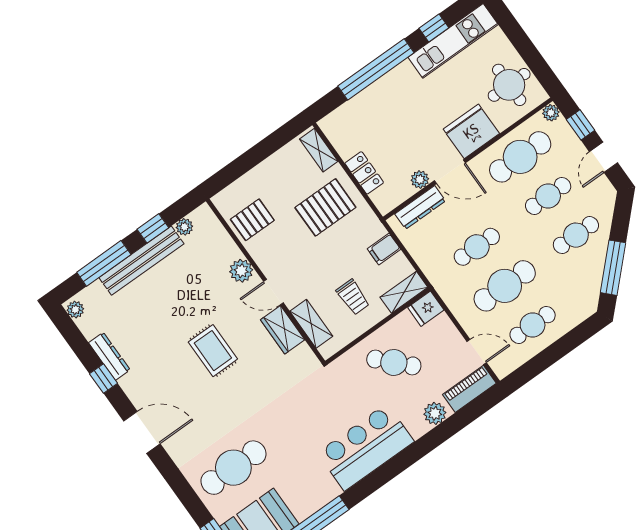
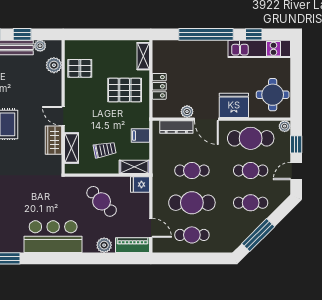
plant: (241, 271) -> (54, 65), moved
trolley: (353, 297) -> (105, 150), turned -101

